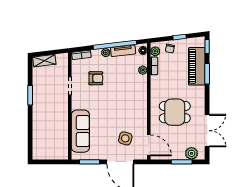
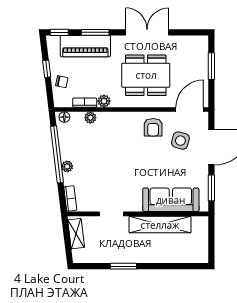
tv unit: (123, 51) -> (65, 143), removed
plant: (155, 51) -> (104, 101), moved
shelving: (44, 61) -> (76, 234), moved
armchair: (96, 78) -> (153, 127), moved, turned 180
dining table: (175, 112) -> (146, 75), width x1.38
shelving: (62, 123) -> (160, 225), added
double door: (207, 131) -> (147, 32), moved
plant: (192, 153) -> (200, 53), removed

